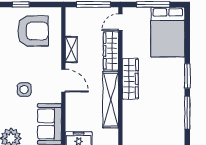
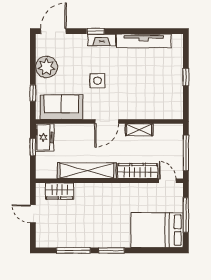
armchair: (33, 31) -> (158, 90), removed
wardrobe: (130, 79) -> (60, 191), moved, width x0.67

